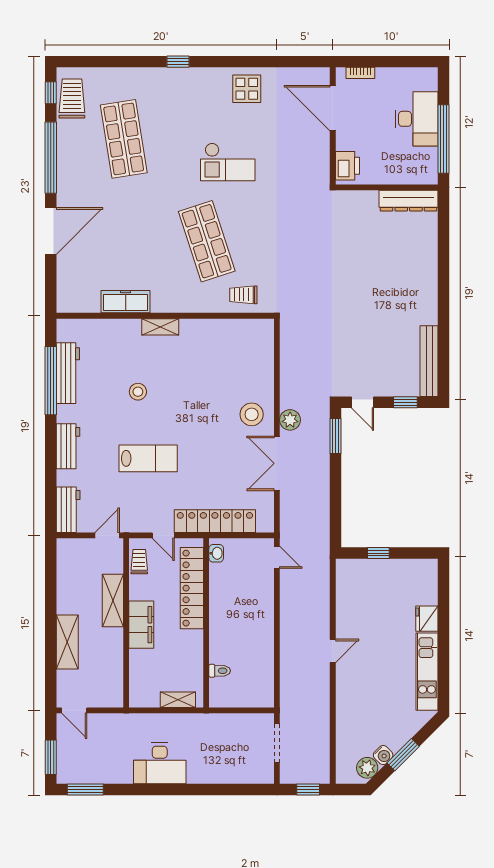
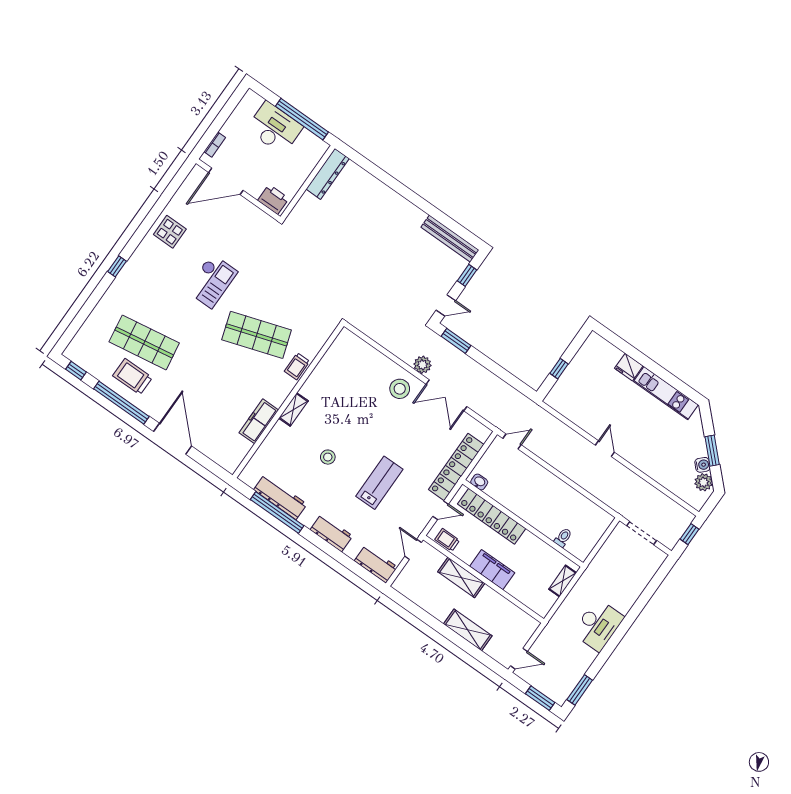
trolley: (72, 99) -> (132, 377), moved
trolley: (243, 295) -> (297, 366), moved

